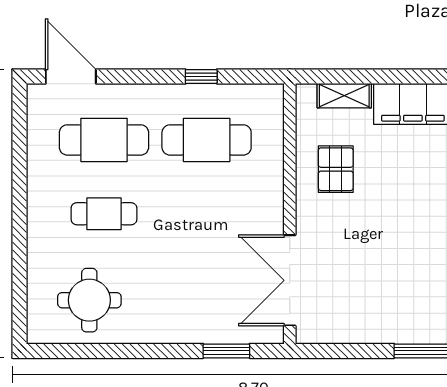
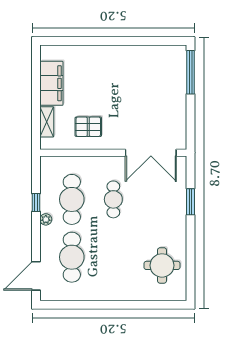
plant: (171, 94) -> (46, 219), added
cafe table: (104, 214) -> (113, 199), moved
window: (226, 351) -> (191, 202), moved

